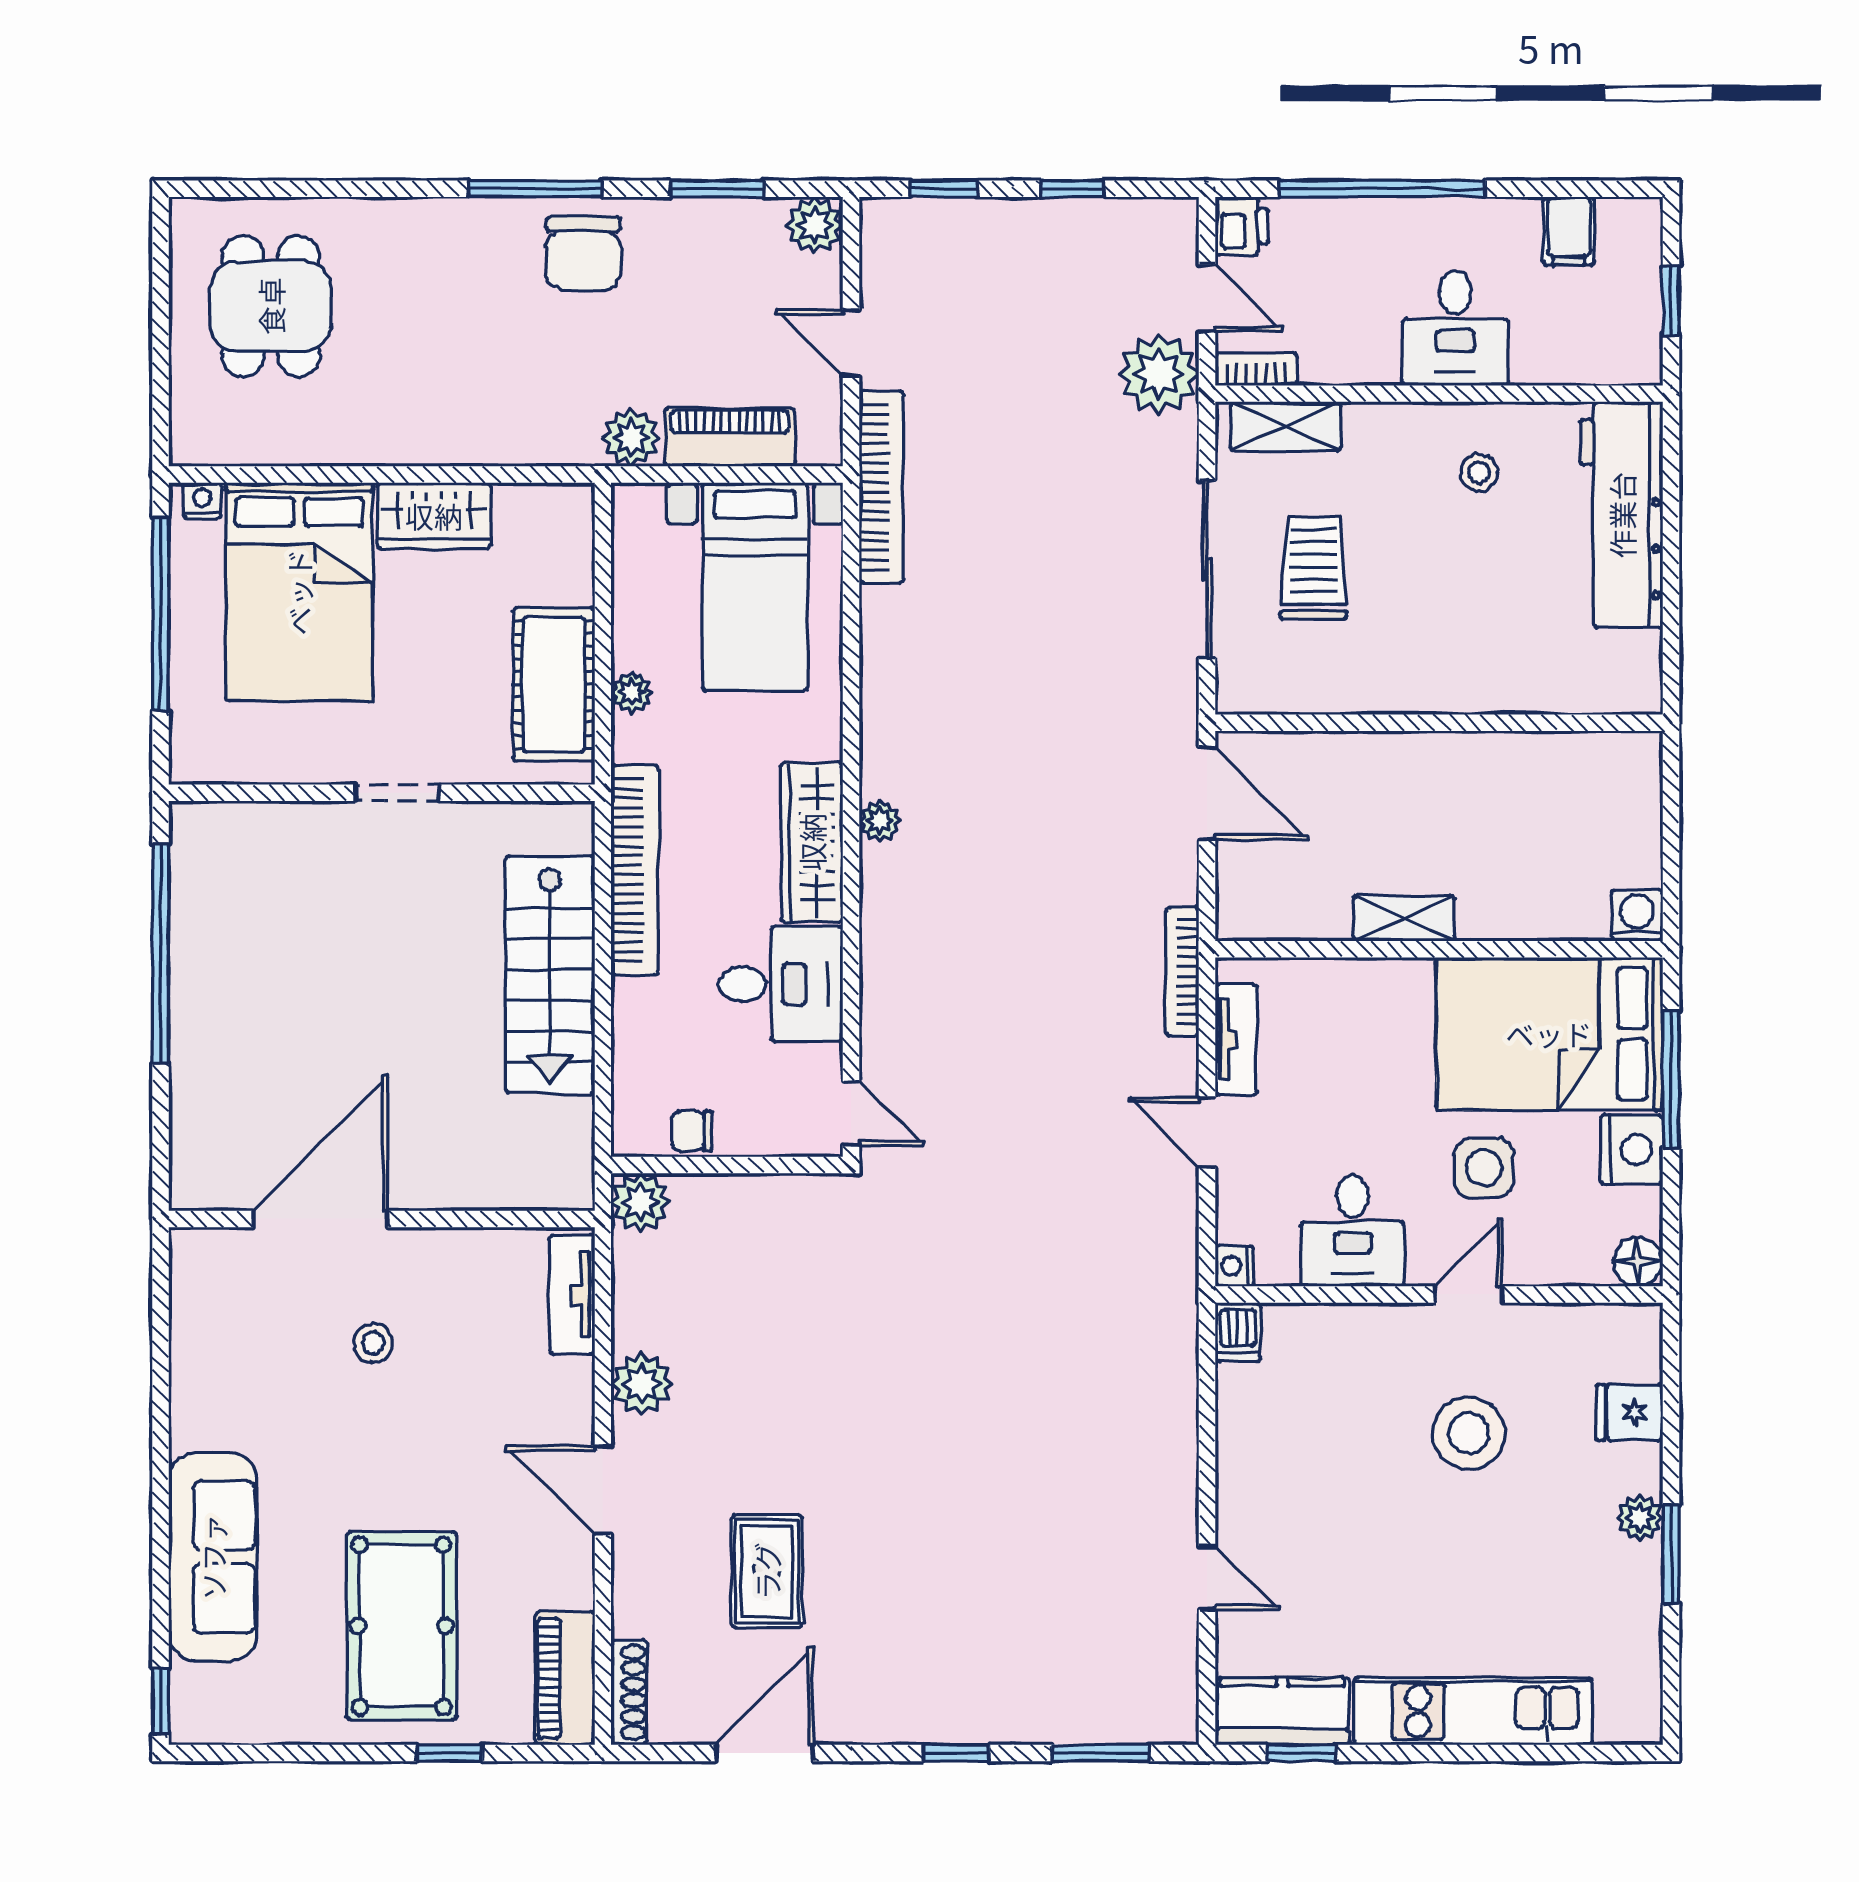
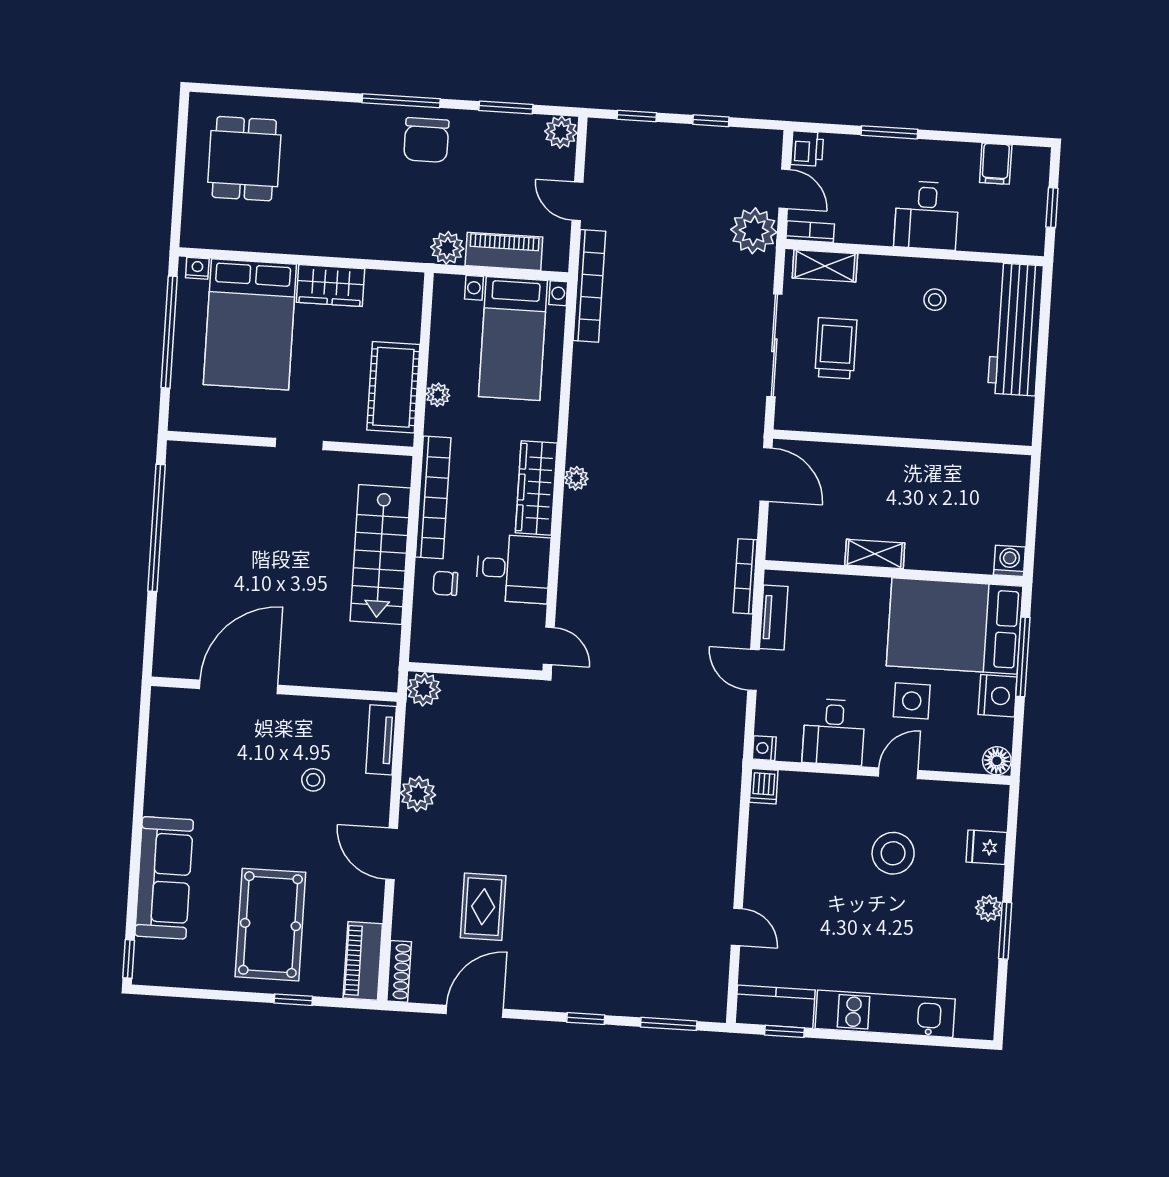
window: (1382, 189) -> (889, 132), width x0.47
chair: (692, 1131) -> (445, 583), moved
stool: (373, 1343) -> (313, 780), moved

